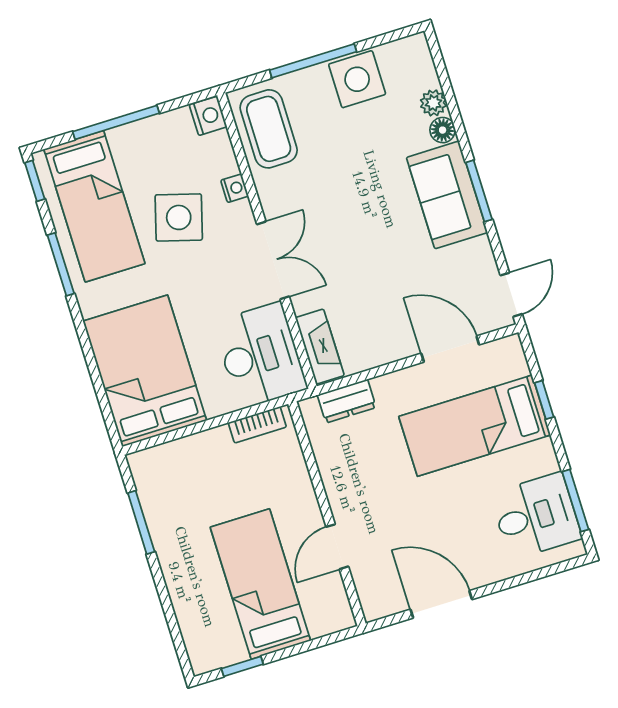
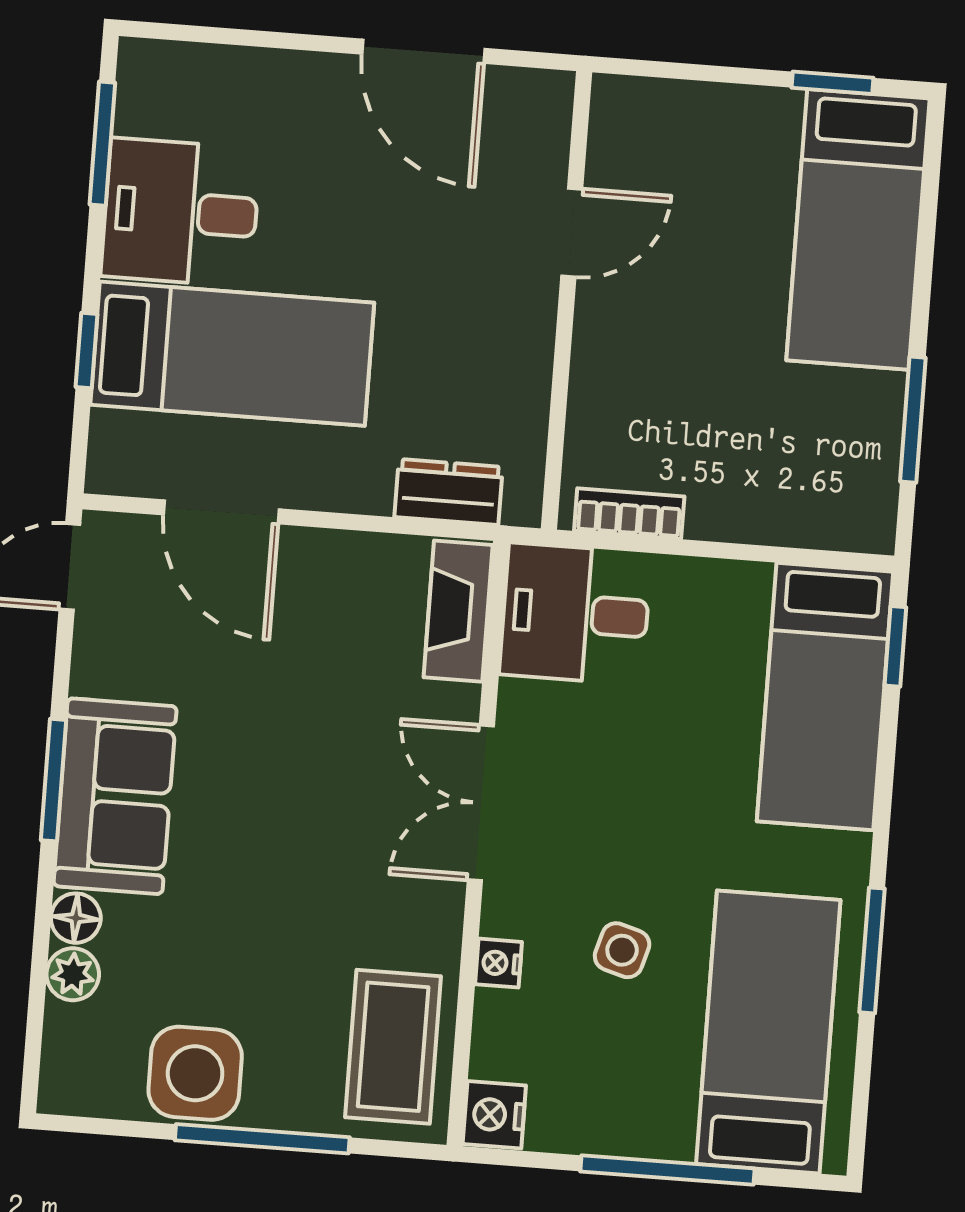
window: (35, 181) -> (895, 646), moved
side table: (179, 217) -> (622, 950), width x0.54, depth x0.54
desk: (260, 355) -> (575, 614), width x0.73
bed: (145, 371) -> (825, 696), width x0.67
desk: (536, 516) -> (181, 212), moved
bed: (260, 584) -> (858, 229), moved

